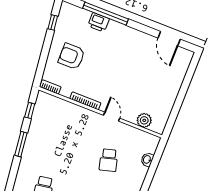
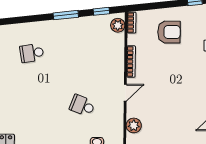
armchair: (72, 56) -> (169, 32), turned 90
plant: (48, 100) -> (118, 25), added
school desk: (109, 160) -> (82, 106), turned 36

